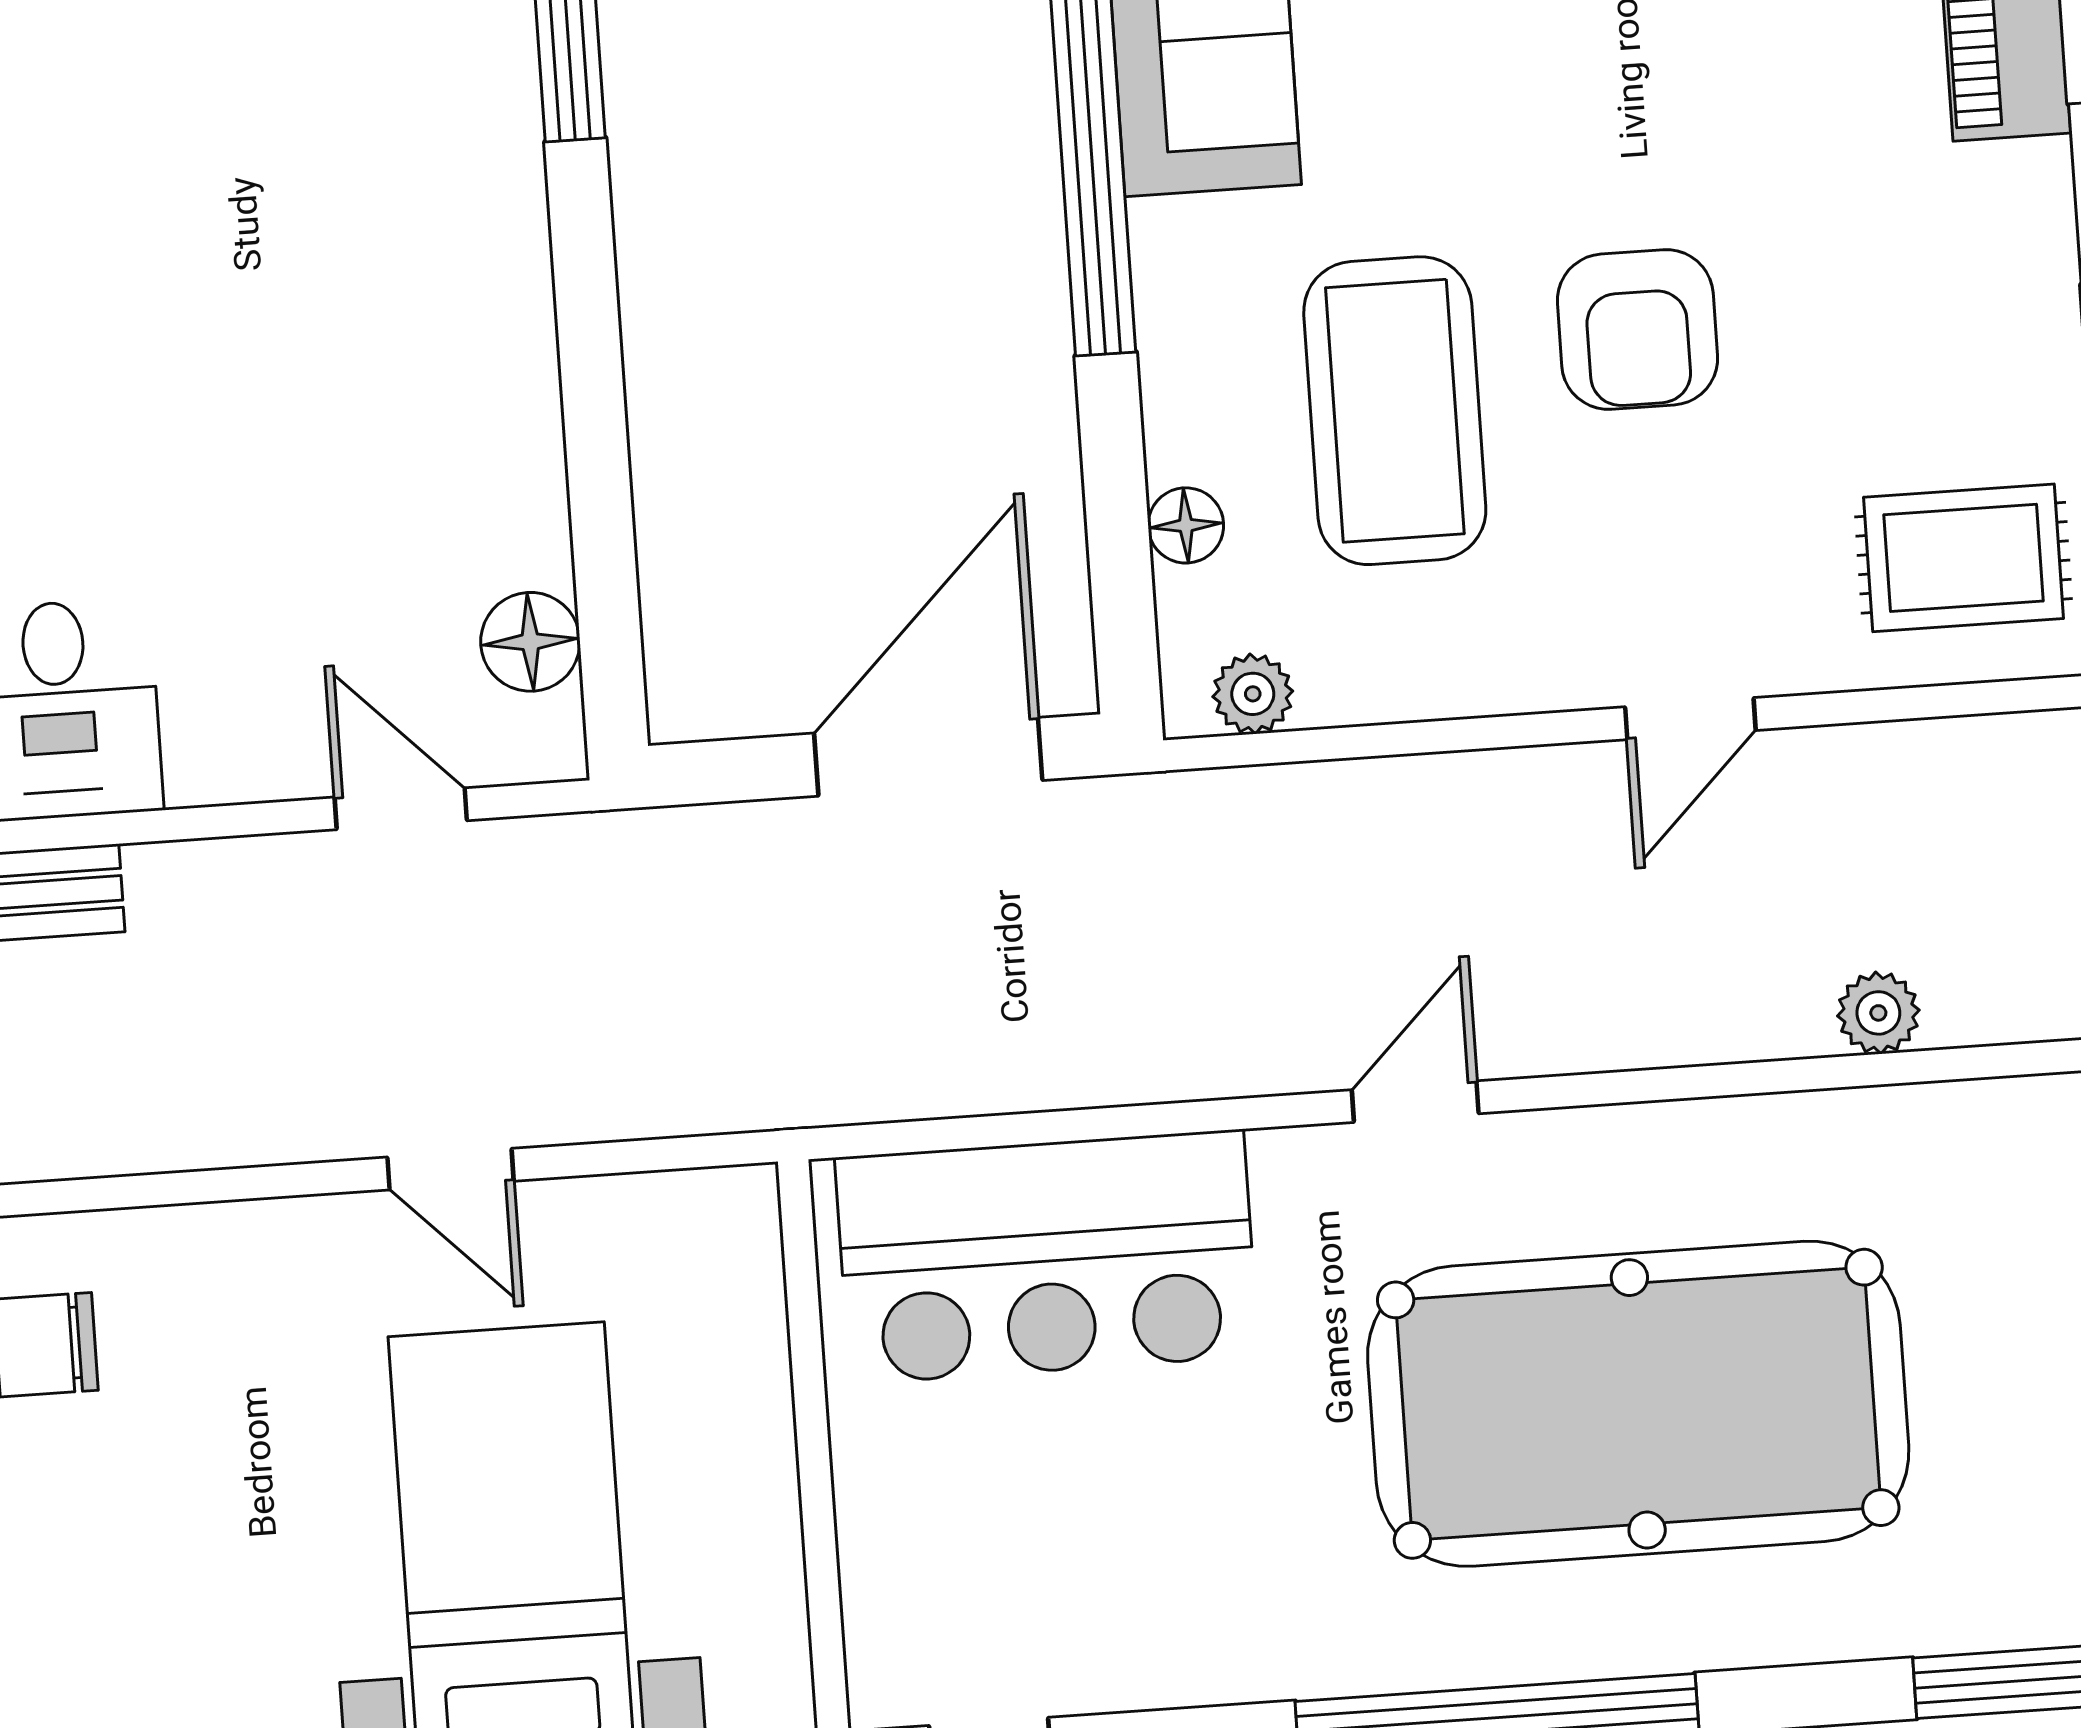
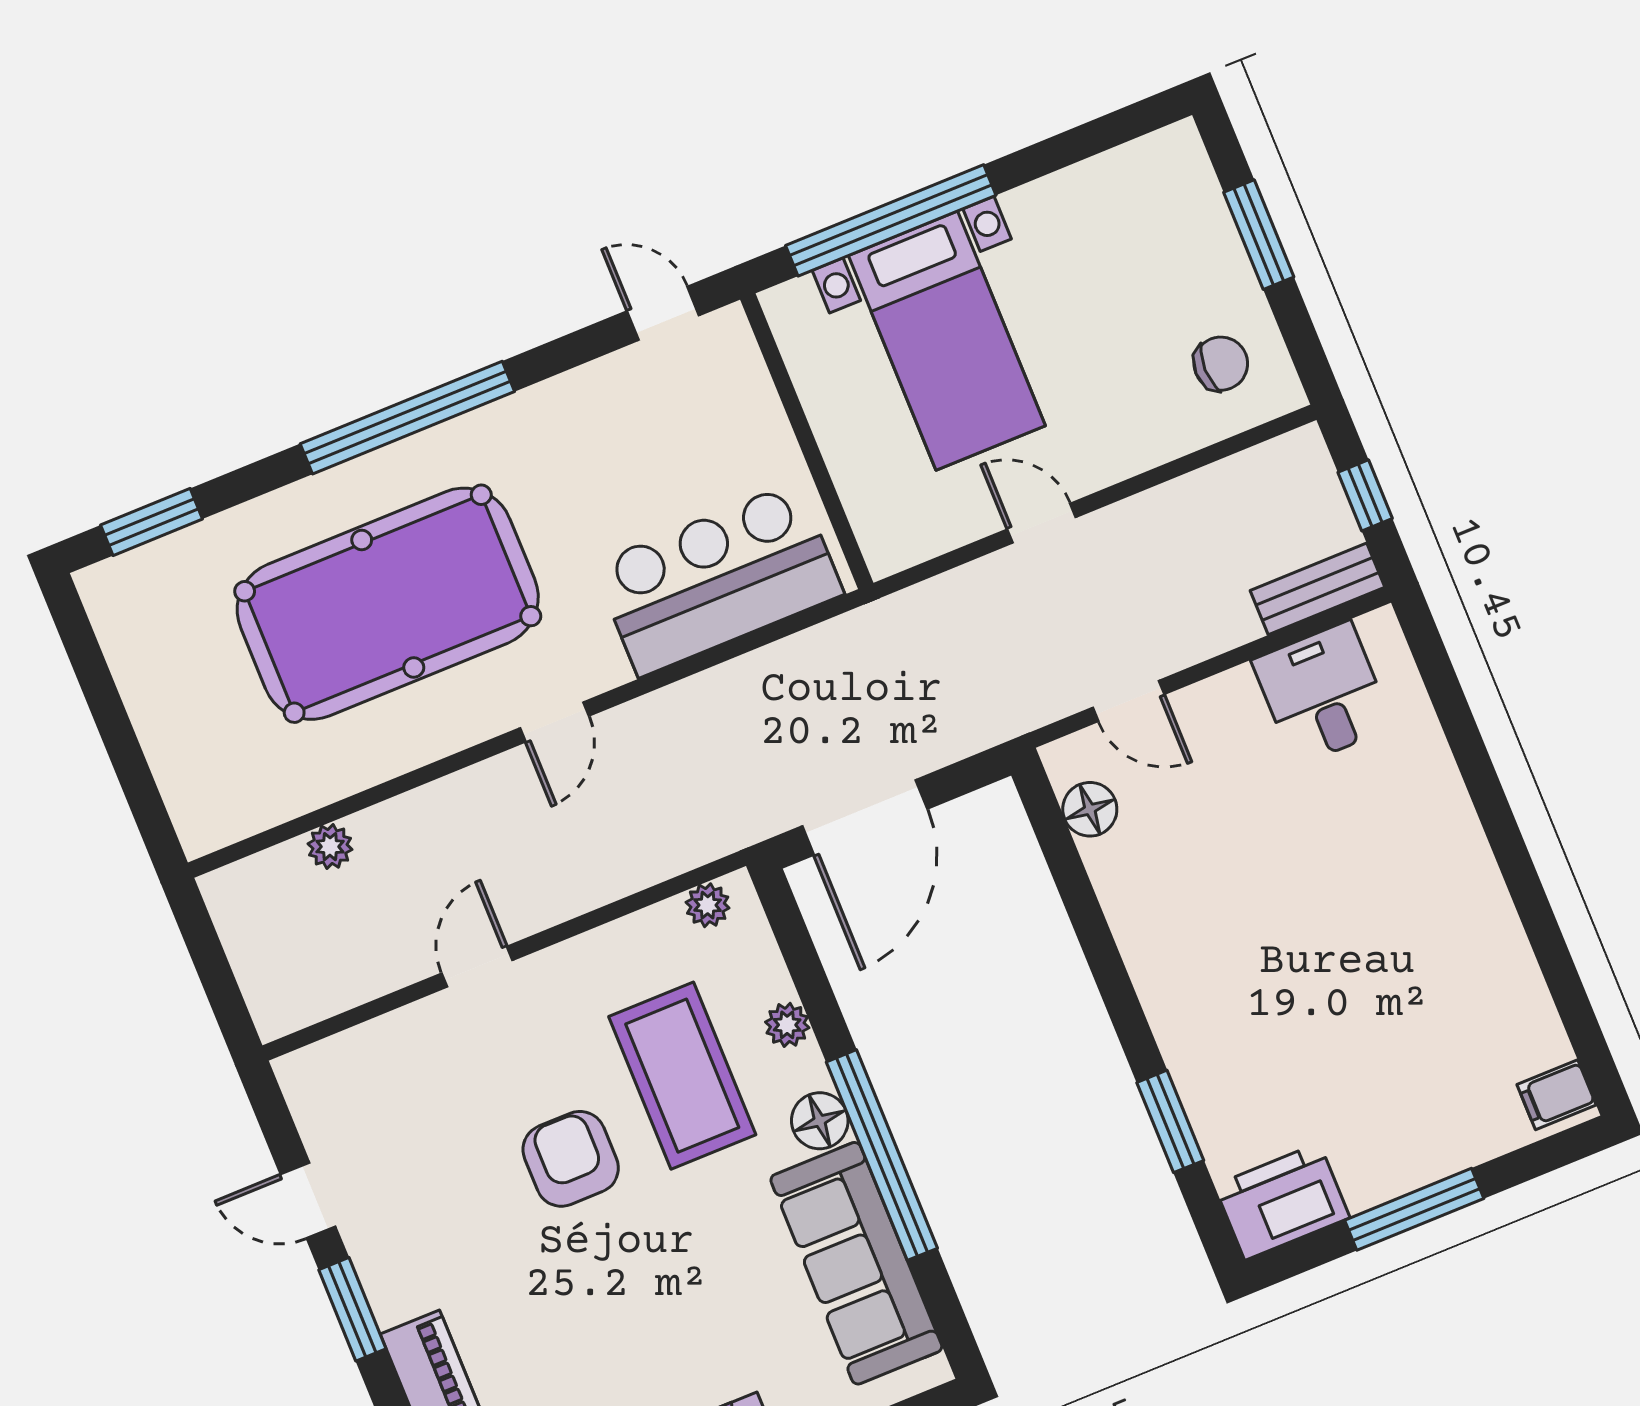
plant: (1183, 439) -> (787, 1025), added
floor lamp: (1186, 525) -> (820, 1121), moved, width x1.37, depth x1.37
rug: (1963, 558) -> (363, 1096), removed

